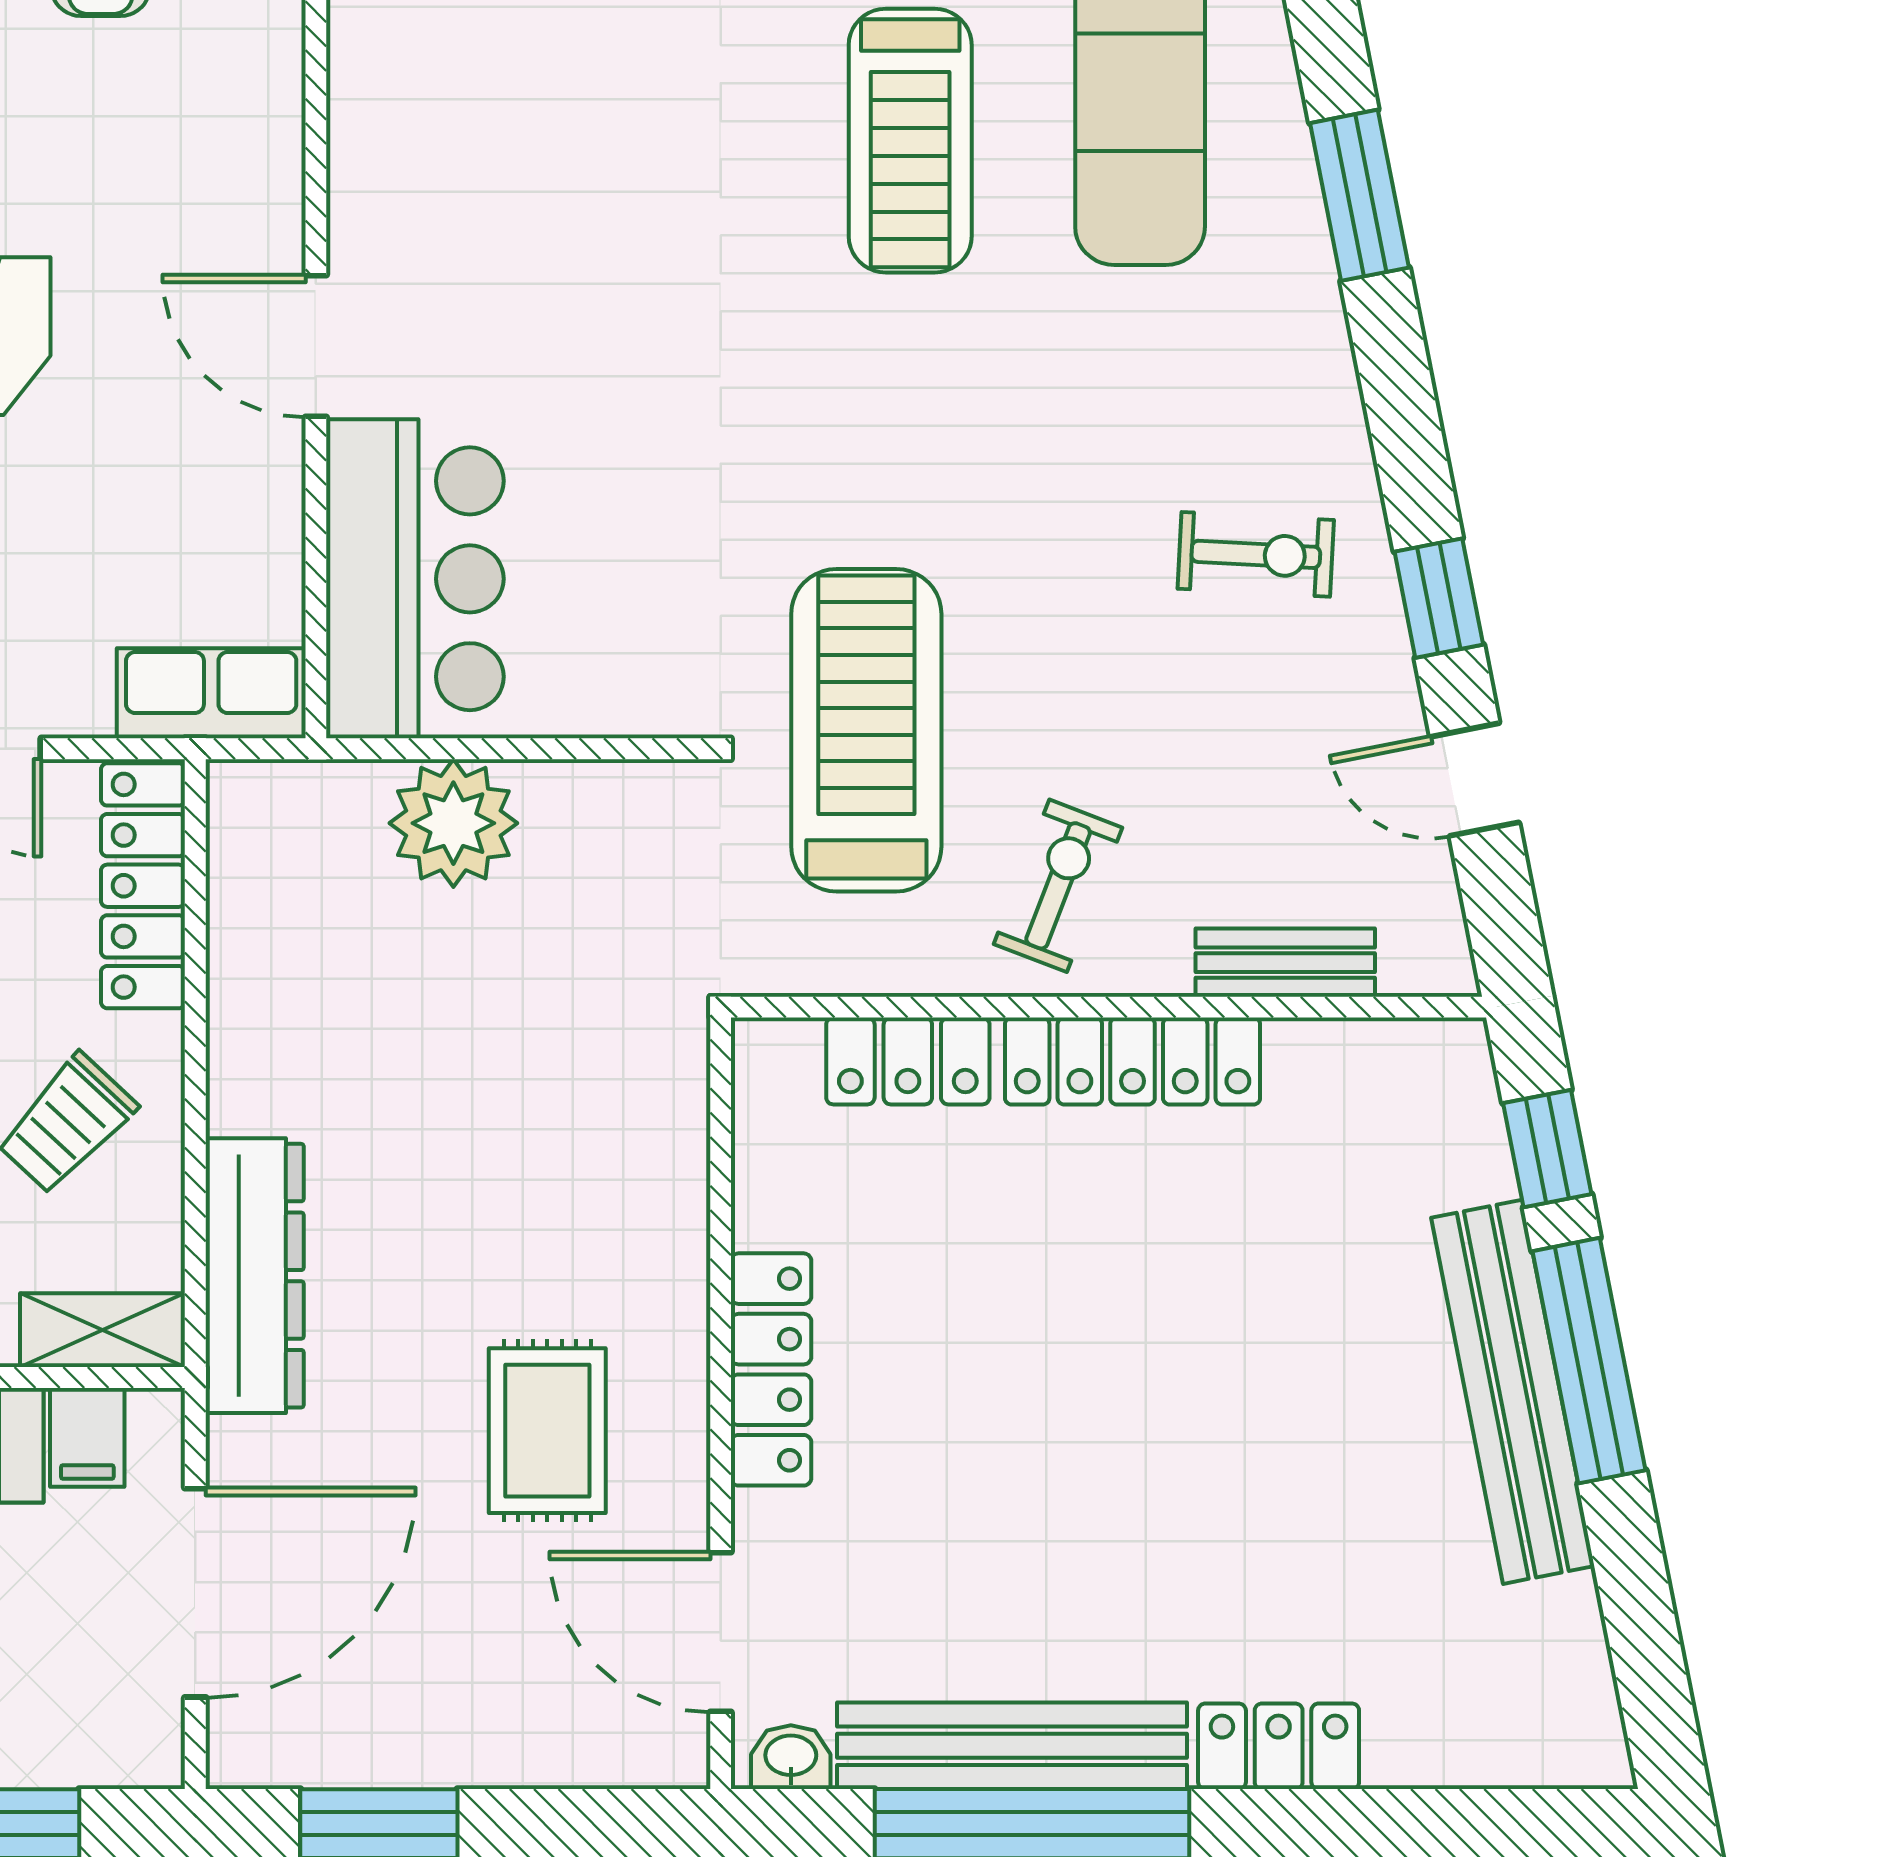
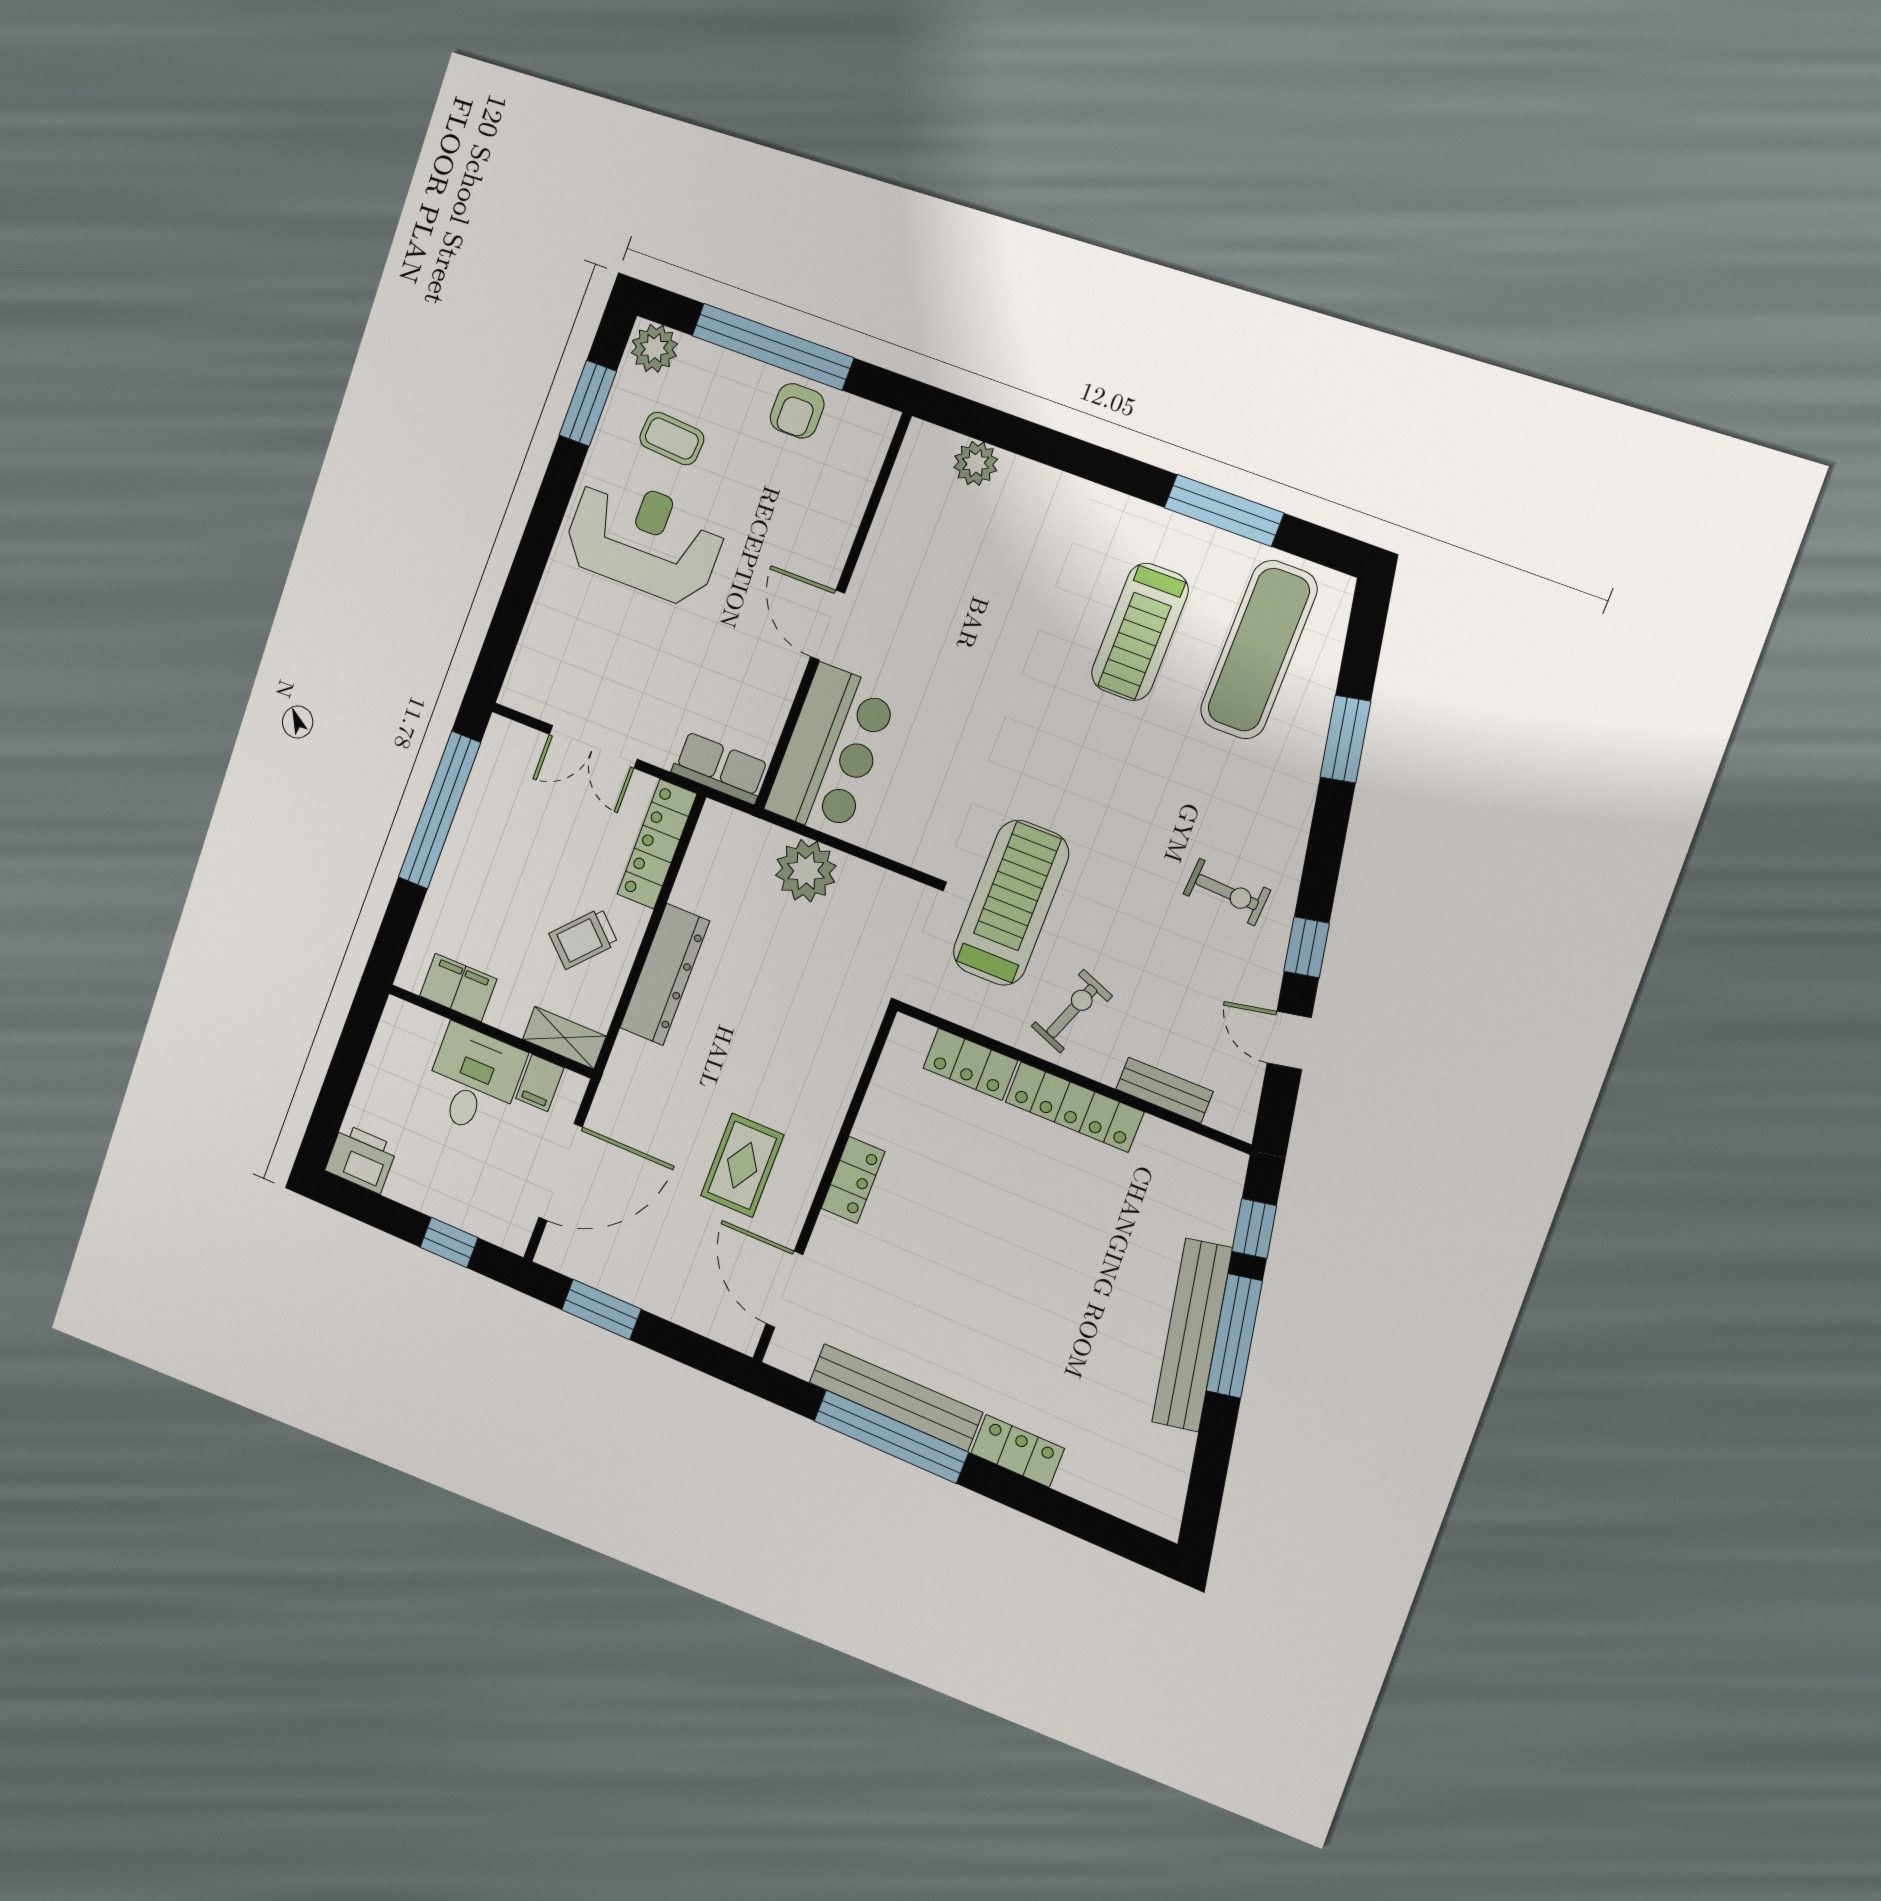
dresser: (255, 1276) -> (665, 974), moved
locker: (771, 1369) -> (853, 1180), width x0.66
washbasin: (791, 1757) -> (794, 1359), removed

